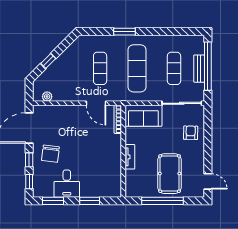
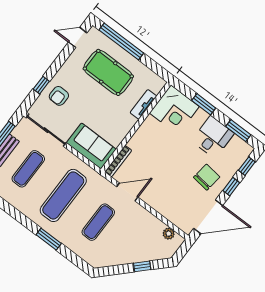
door: (96, 103) -> (127, 192), hinge flipped
window: (208, 131) -> (41, 85), added
tv unit: (130, 157) -> (143, 104), moved
pool table: (170, 174) -> (108, 72), turned 90
door: (208, 181) -> (78, 37), hinge flipped
corner desk: (106, 182) -> (174, 110), added
window: (163, 201) -> (121, 42), moved

